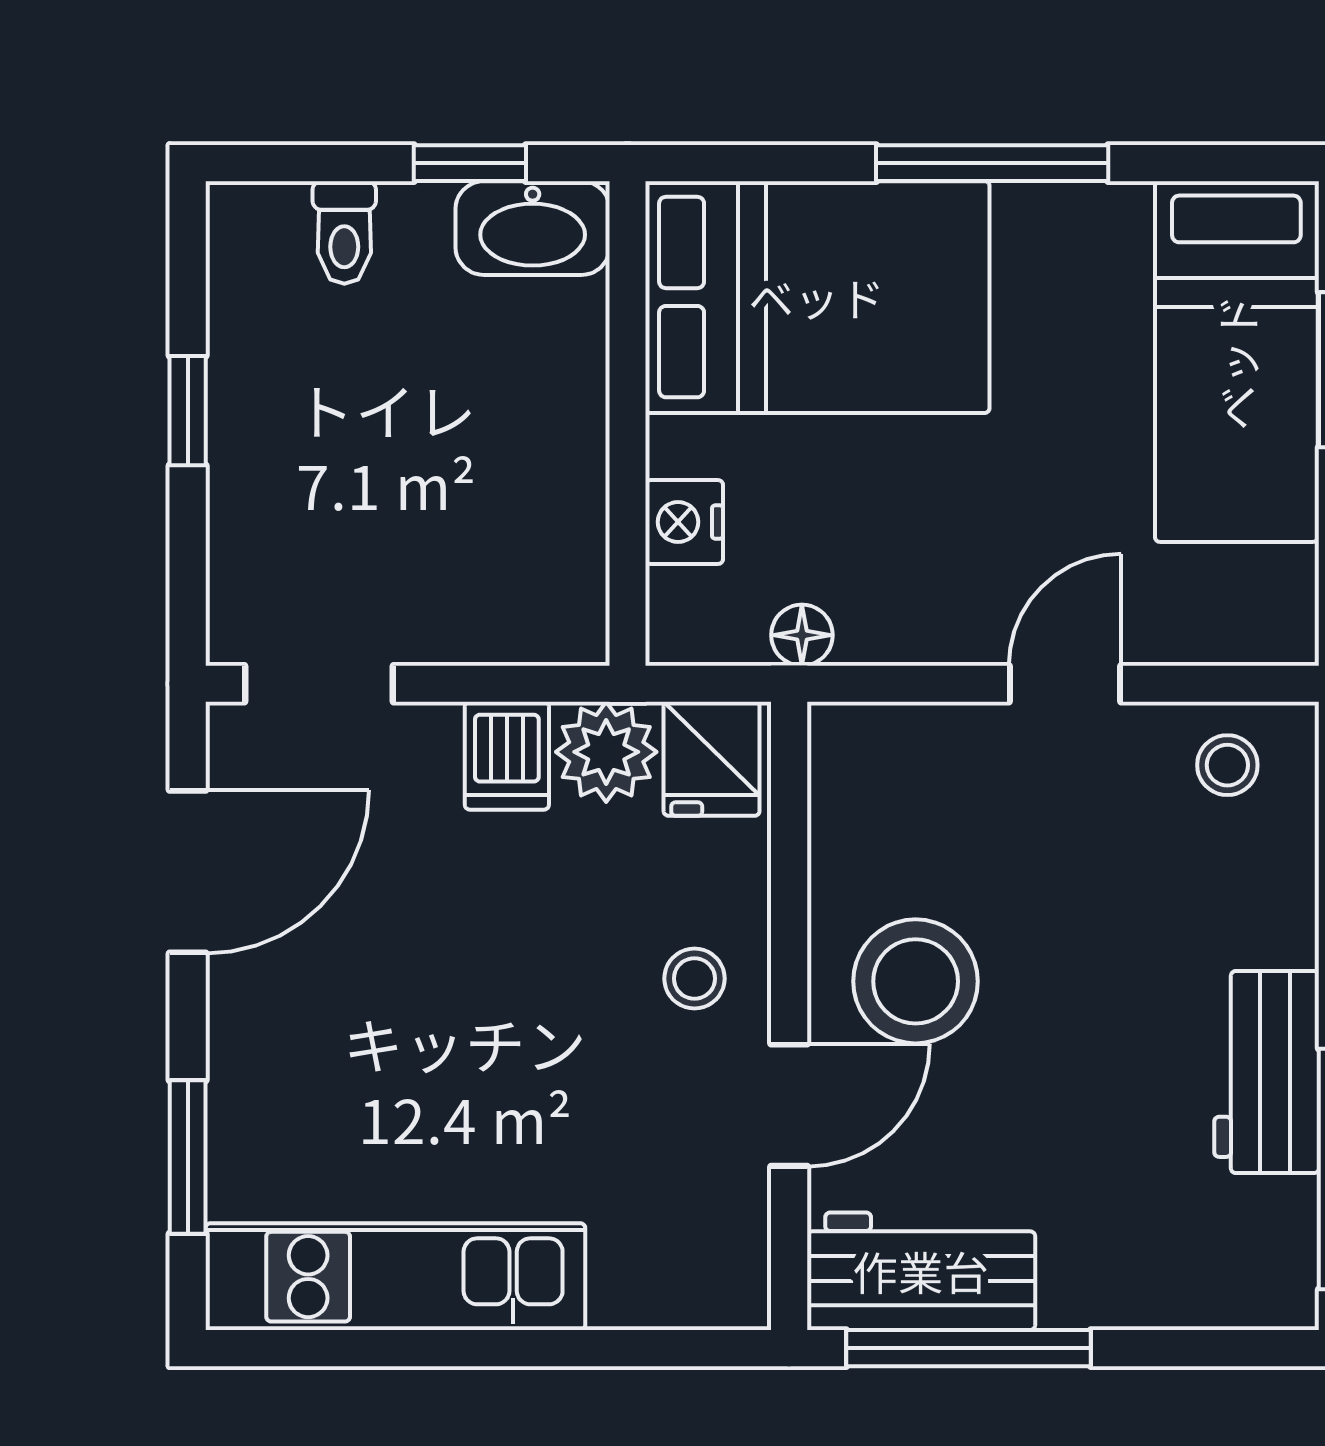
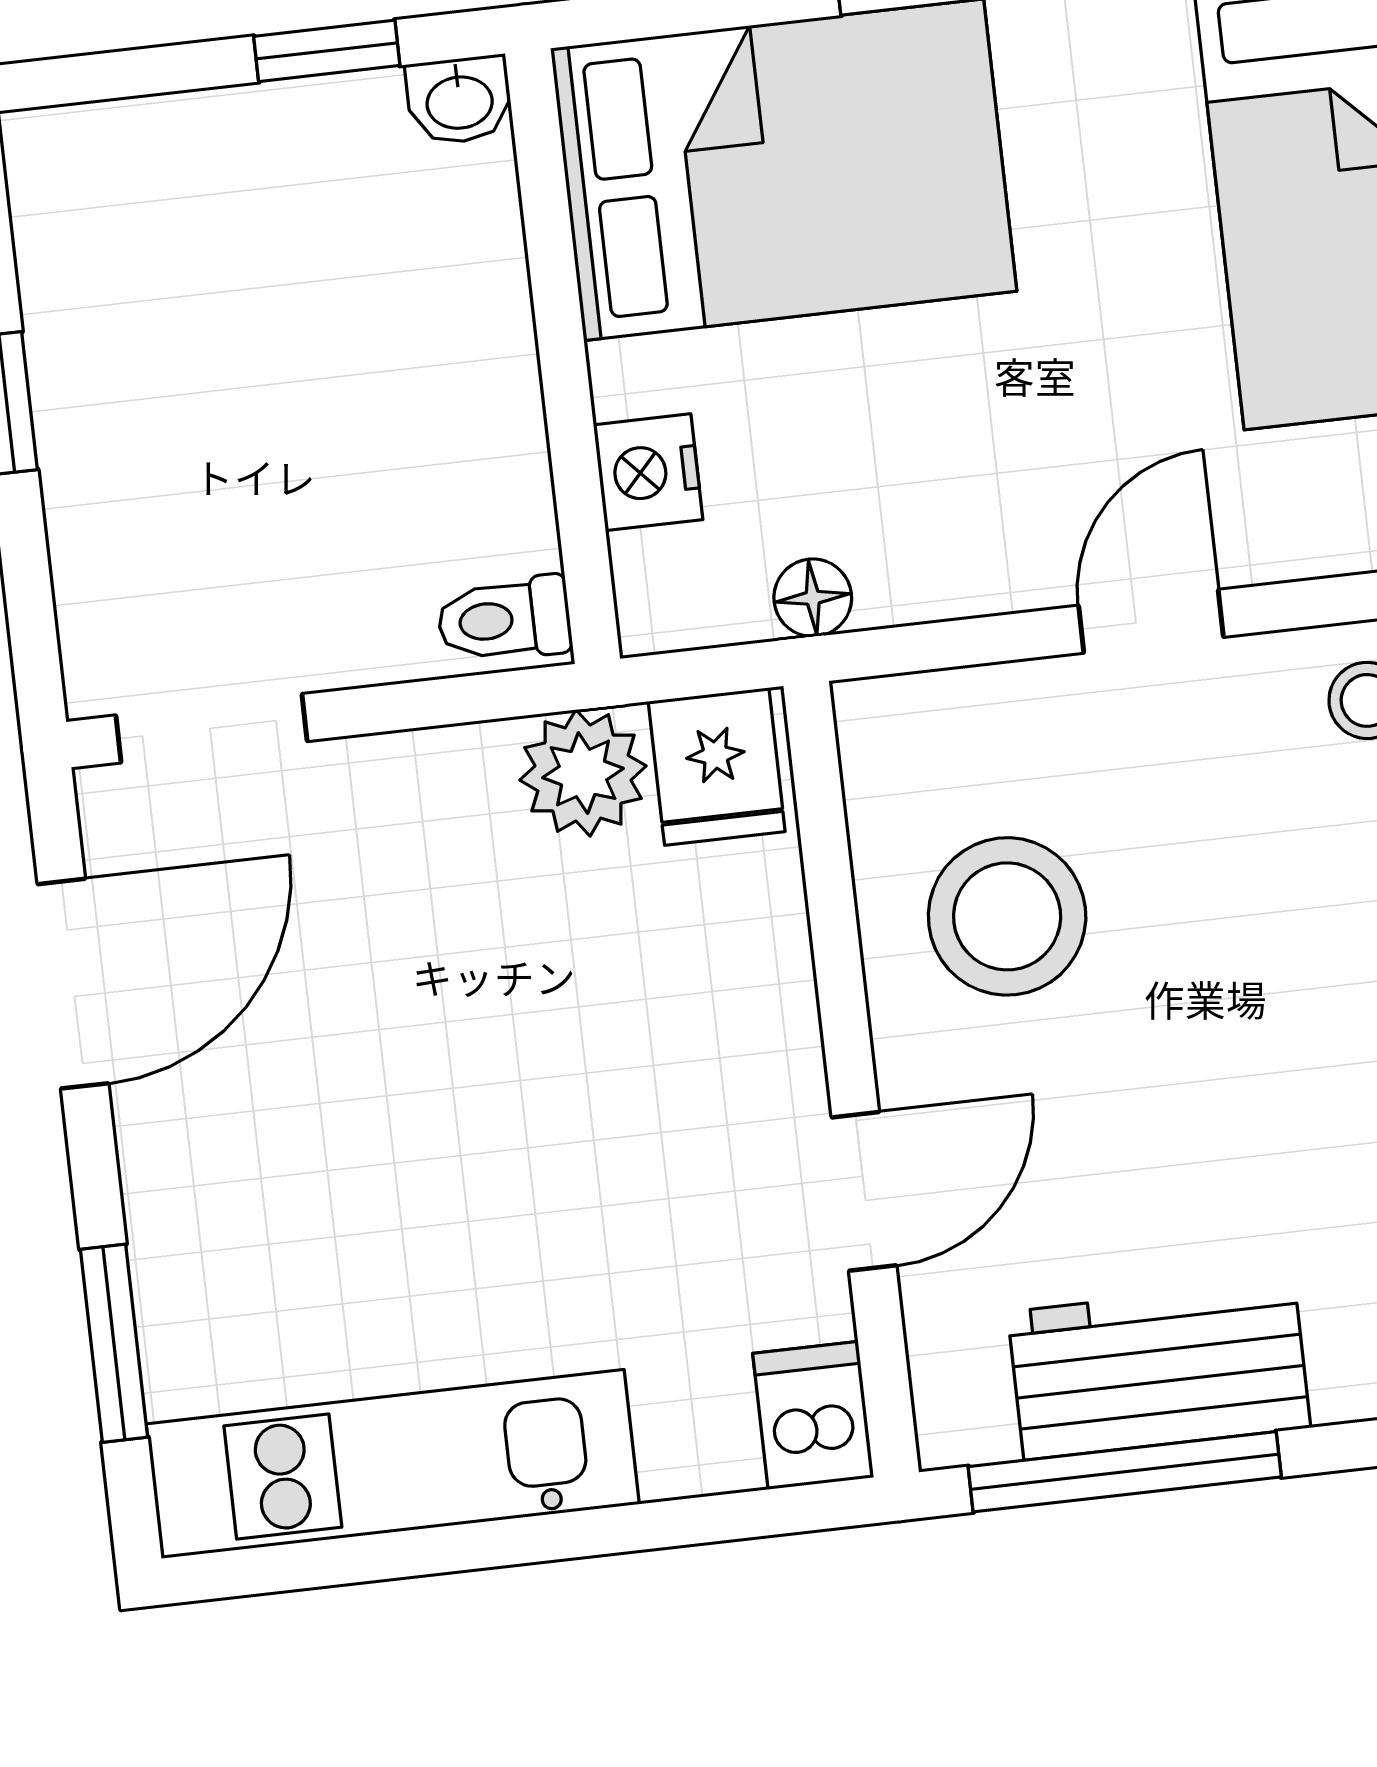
washbasin: (533, 228) -> (459, 100), width x0.52, depth x0.69
toilet: (344, 232) -> (504, 619), moved, turned 90
dishwasher: (507, 756) -> (813, 1415), moved, turned 180
stool: (694, 979) -> (727, 1046), removed
stool: (916, 981) -> (1007, 916), moved
workbench: (921, 1271) -> (1159, 1370), moved

